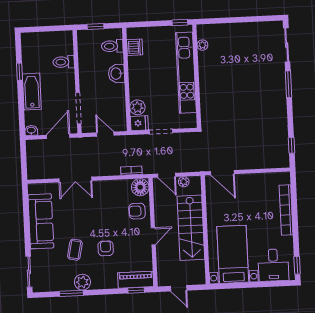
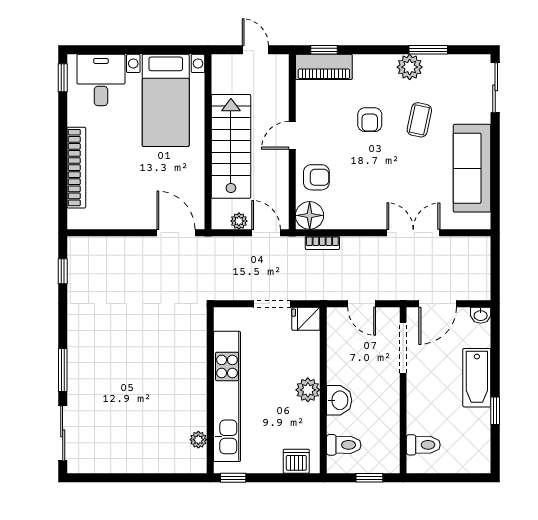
dishwasher: (135, 47) -> (296, 461), moved, turned 90
toilet: (64, 62) -> (423, 445), moved
plant: (137, 107) -> (308, 390), moved

